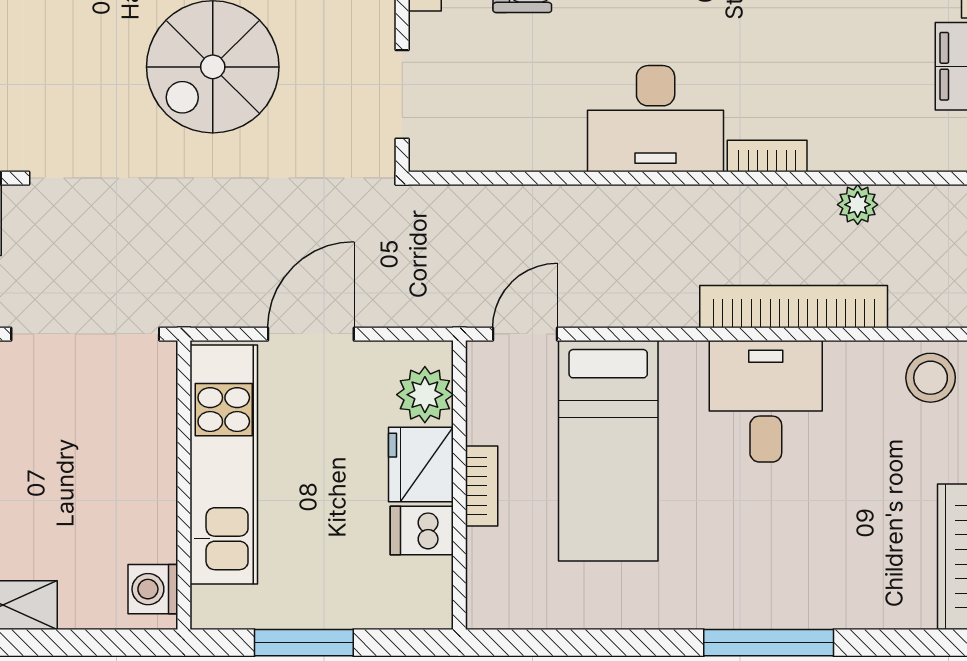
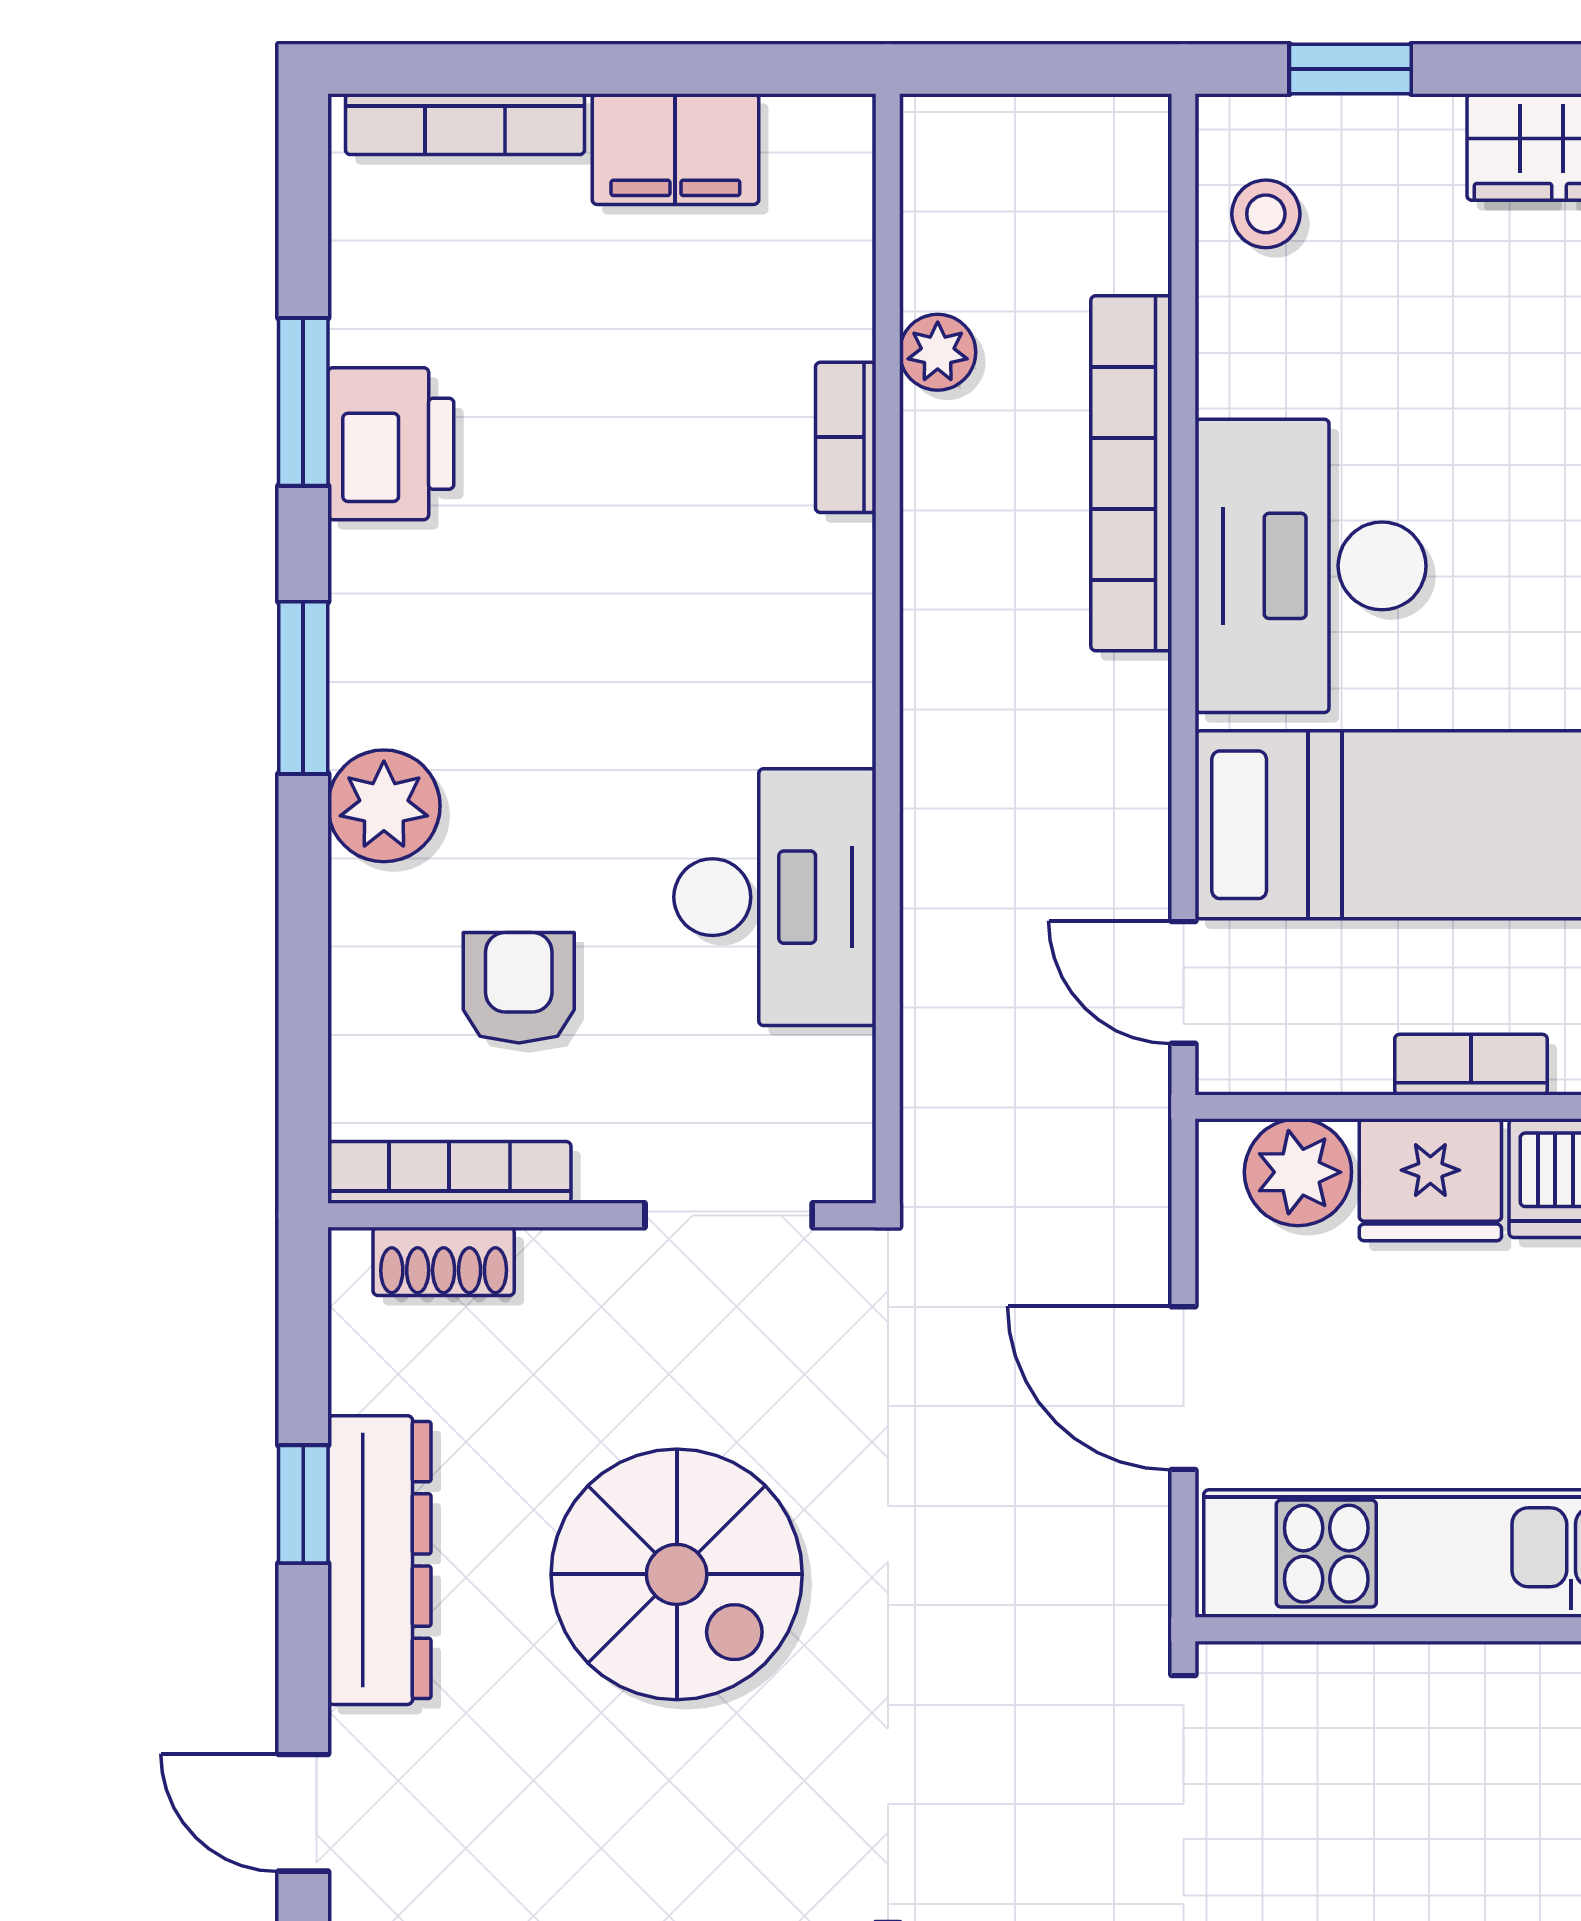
desk: (656, 119) -> (775, 897), moved
bookcase: (767, 156) -> (846, 437), moved
stool: (931, 378) -> (1266, 214), width x0.73, depth x0.73
desk: (766, 401) -> (1311, 566), width x1.37

